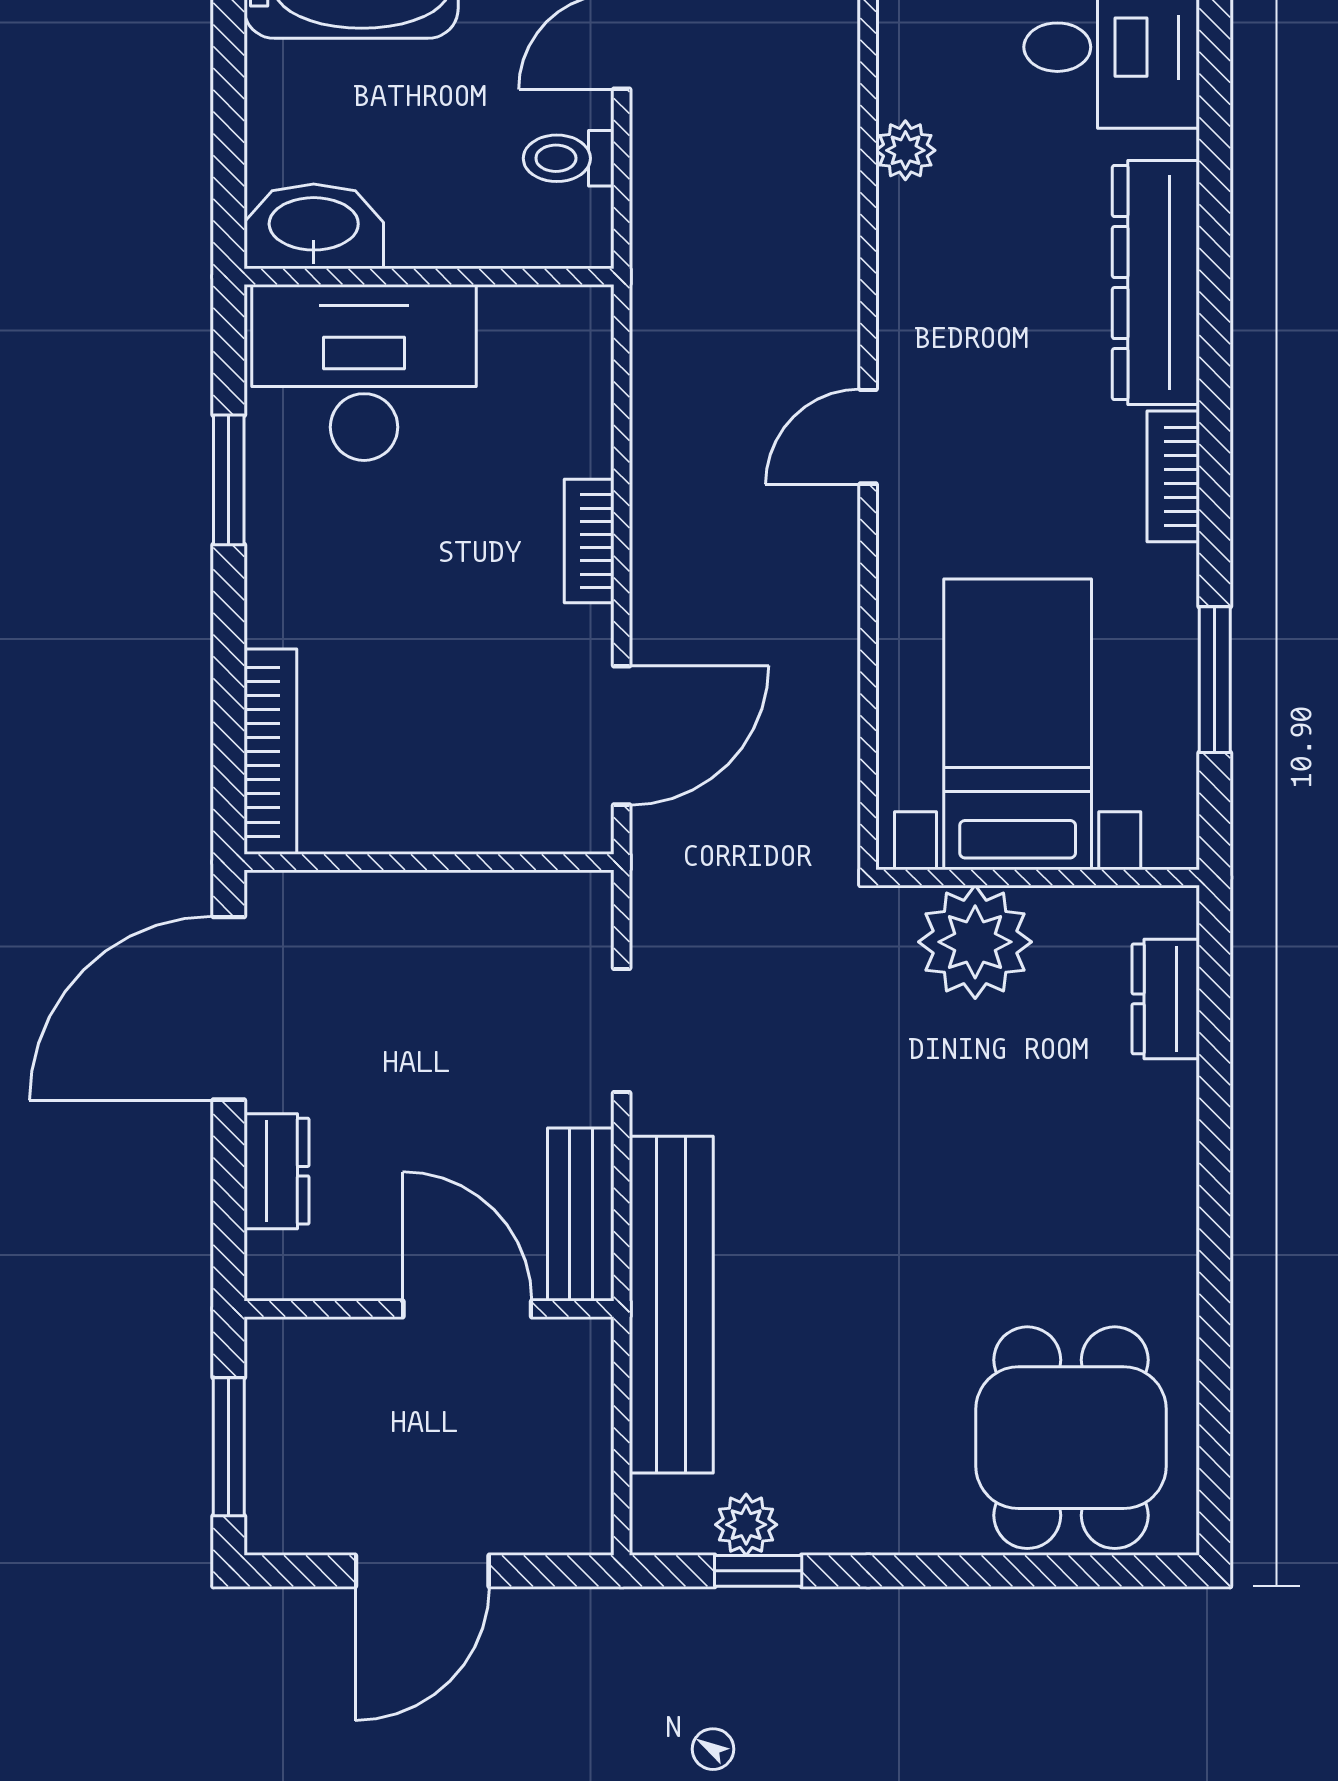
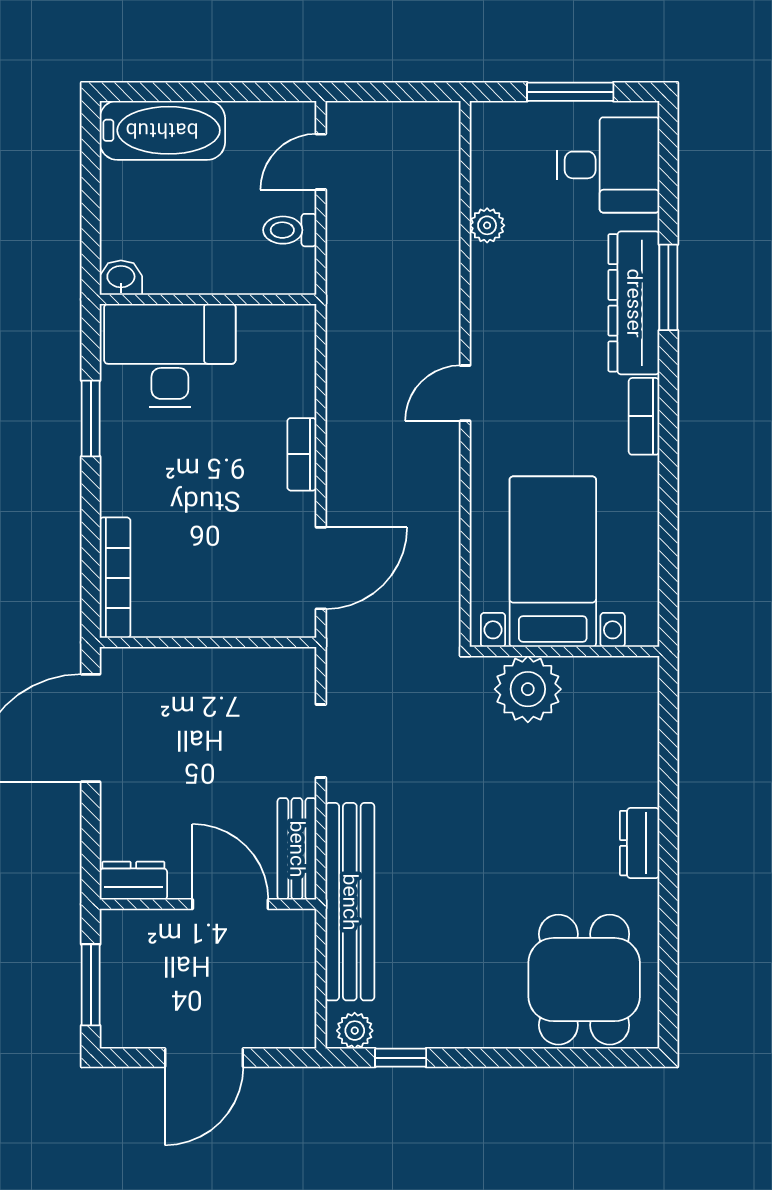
washbasin: (314, 226) -> (121, 278), width x0.52, depth x0.69
window: (1215, 680) -> (668, 287), moved
dresser: (1166, 999) -> (640, 843), moved
dresser: (277, 1171) -> (133, 881), moved, turned -90
plant: (746, 1525) -> (355, 1031), moved

